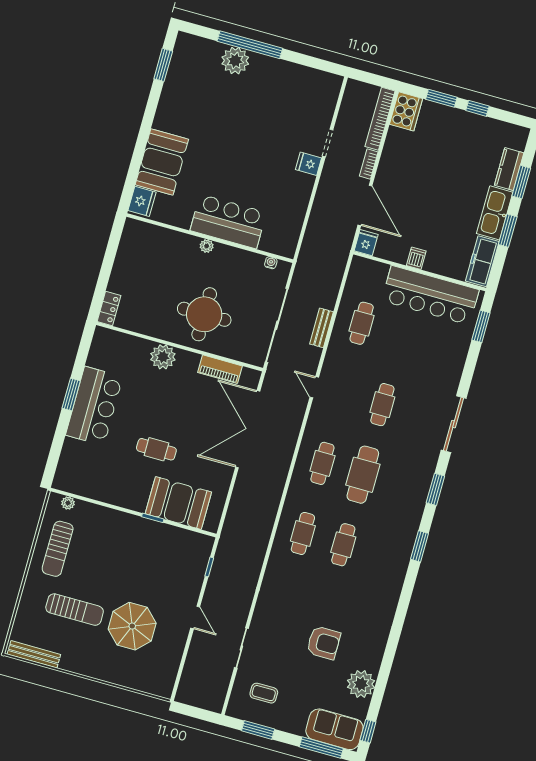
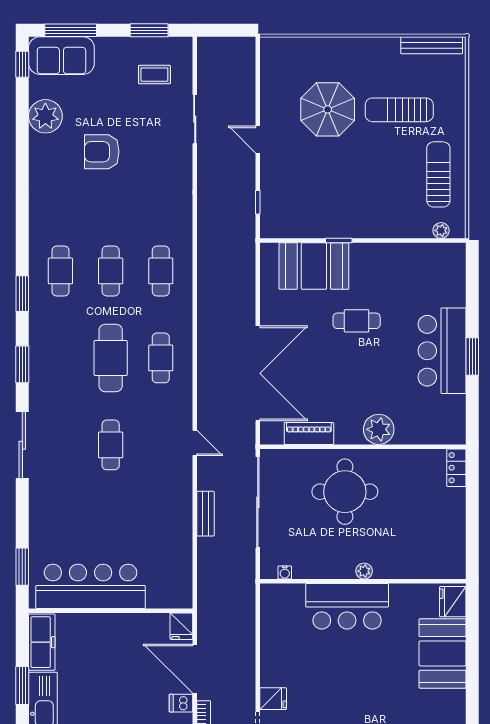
dishwasher: (416, 258) -> (181, 703), moved, turned 90
cafe table: (362, 323) -> (60, 271), moved

